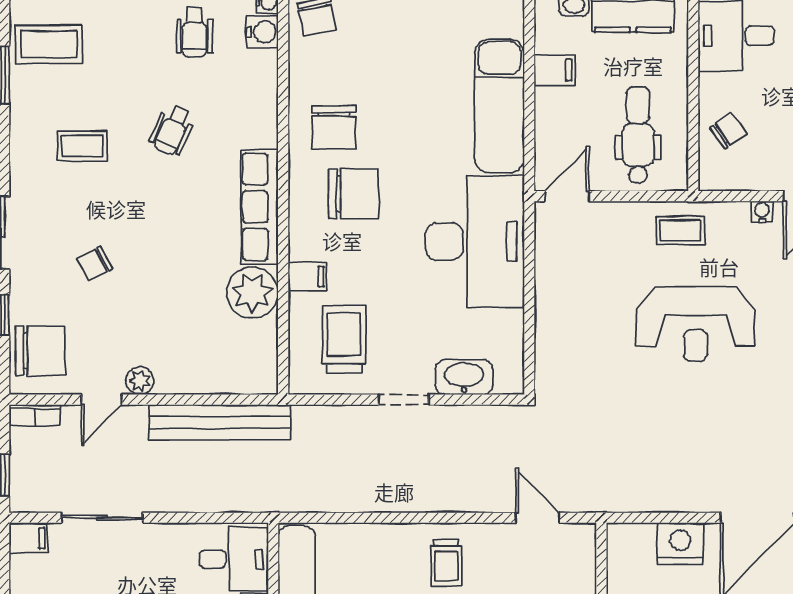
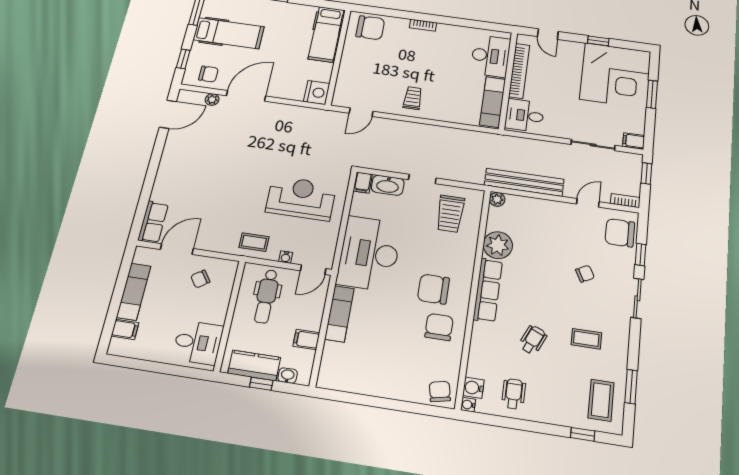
coffee table: (49, 44) -> (601, 400), turned 90
exam couch: (499, 106) -> (339, 314), width x0.73, depth x0.69
chair: (728, 131) -> (200, 279), moved
water cooler: (762, 212) -> (286, 257), moved
filing cabinet: (307, 277) -> (363, 183), moved, turned -90
reception desk: (696, 324) -> (301, 198), moved
plant: (140, 381) -> (497, 199), moved
door: (537, 518) -> (361, 112), hinge flipped
nightstand: (680, 544) -> (317, 92), moved, turned -90

